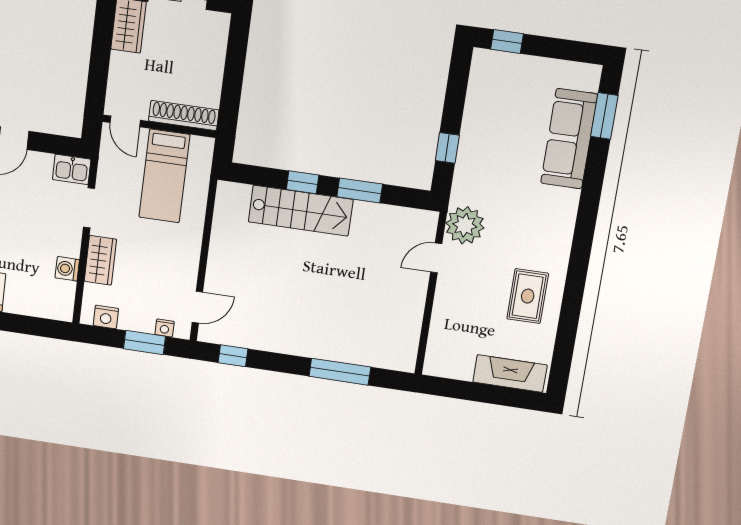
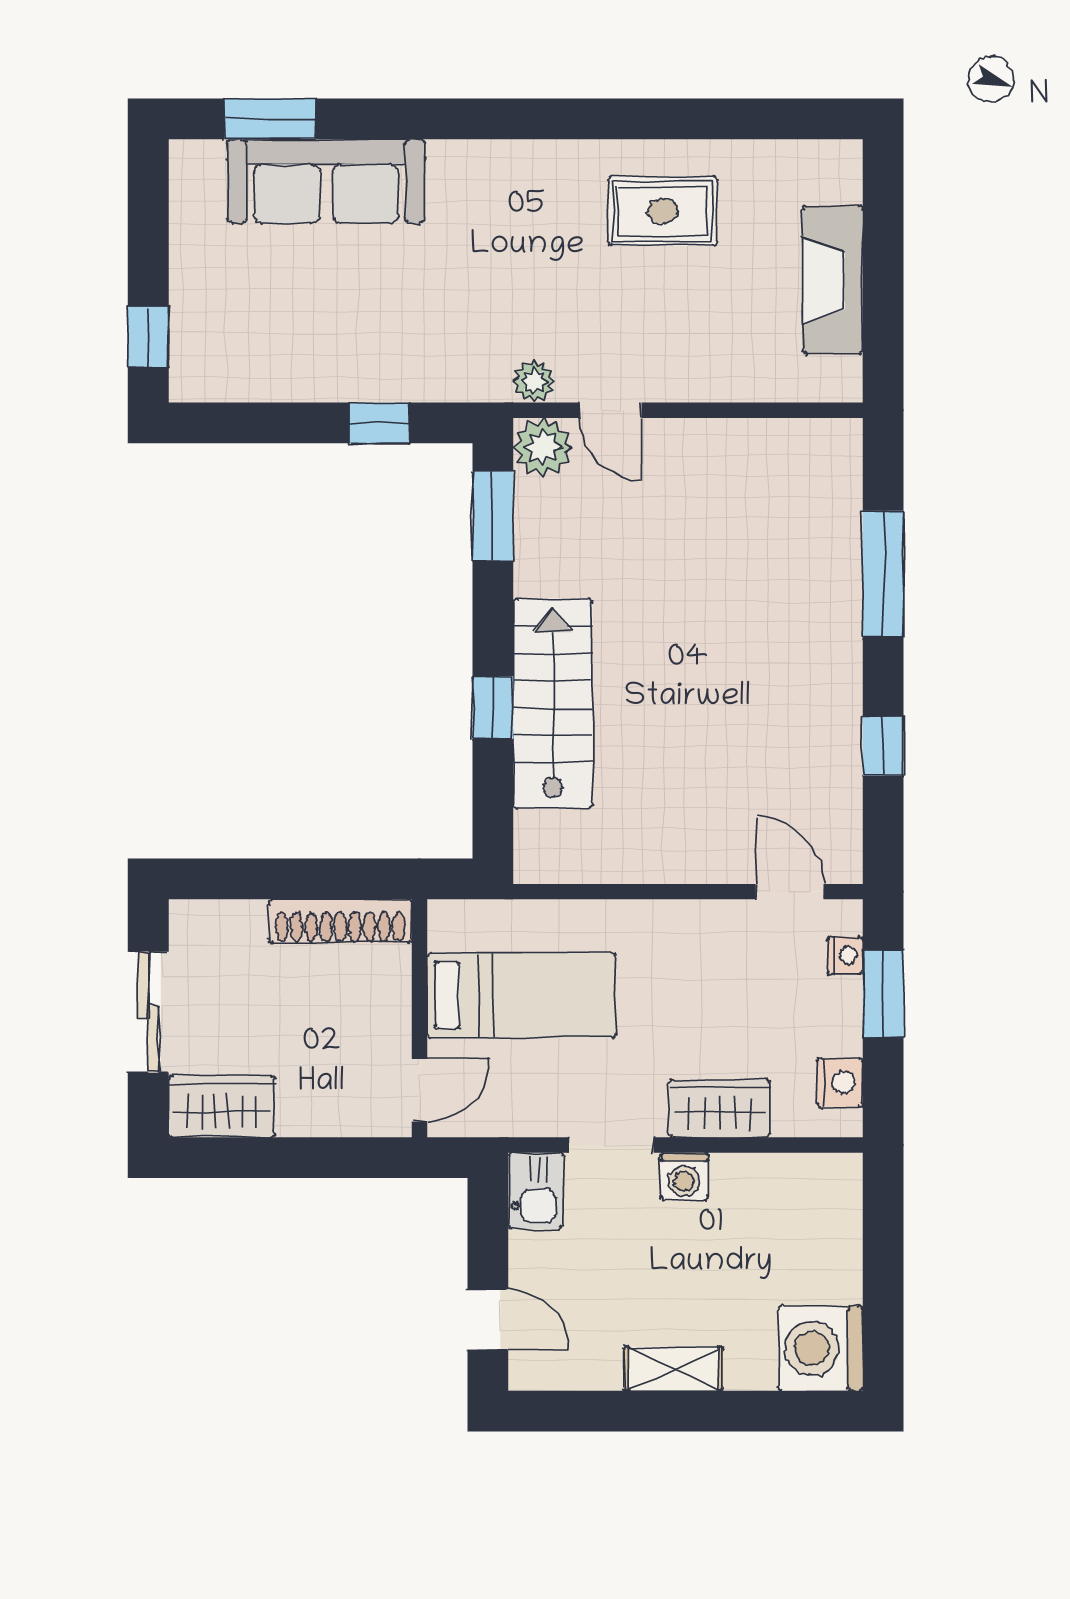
shoe rack: (184, 115) -> (340, 921), moved, turned -90
window: (360, 190) -> (493, 516), moved
plant: (423, 224) -> (543, 447), added
plant: (465, 225) -> (534, 381), width x0.53, depth x0.53
washing machine: (67, 269) -> (684, 1176), moved
window: (233, 356) -> (883, 746), moved
fireplace: (510, 374) -> (833, 280), moved

